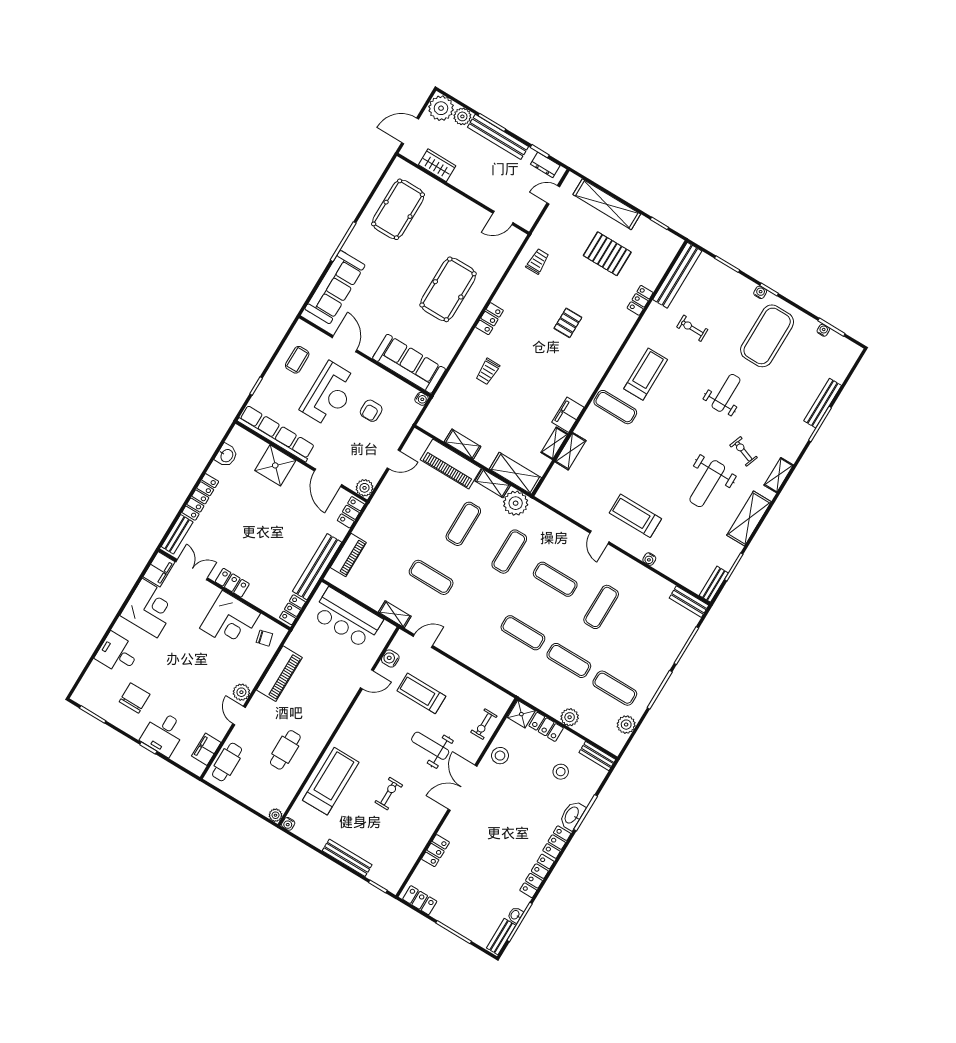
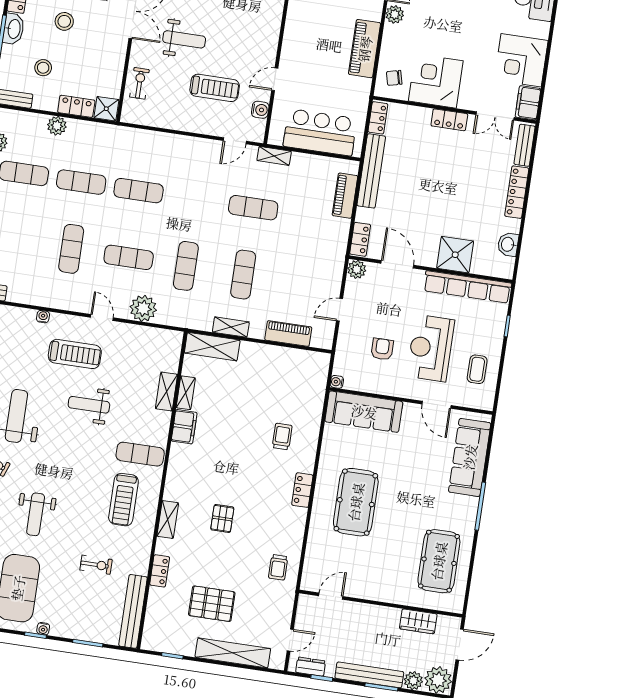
shelving: (463, 444) -> (168, 520), moved, turned 90
piano: (451, 464) -> (288, 333), width x0.73, depth x0.75
weight bench: (641, 467) -> (89, 405), added
plant: (516, 503) -> (143, 308), moved
stool: (500, 756) -> (64, 21), moved

